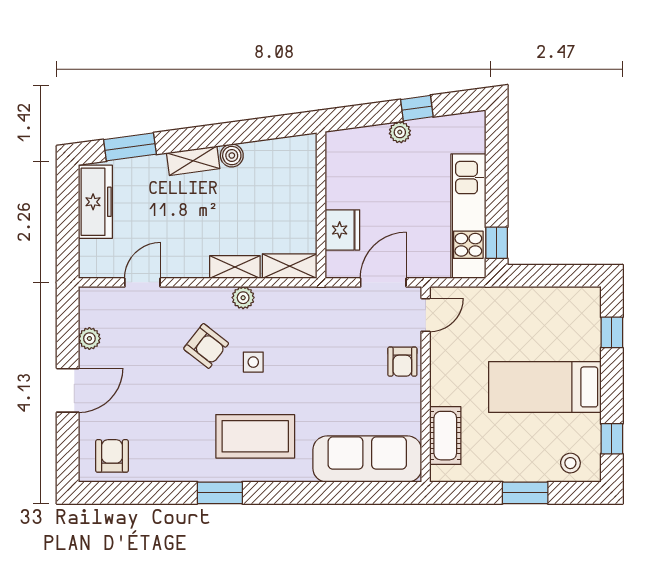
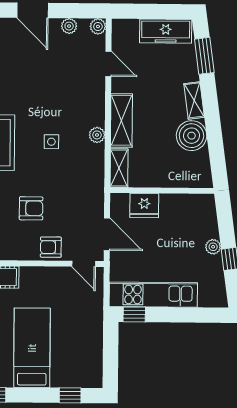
boiler: (232, 156) -> (192, 136), width x1.86, depth x1.86
shelving: (235, 267) -> (121, 120), width x1.50, depth x1.33
plant: (90, 298) -> (98, 26), added
armchair: (206, 346) -> (31, 208), moved, turned -128

